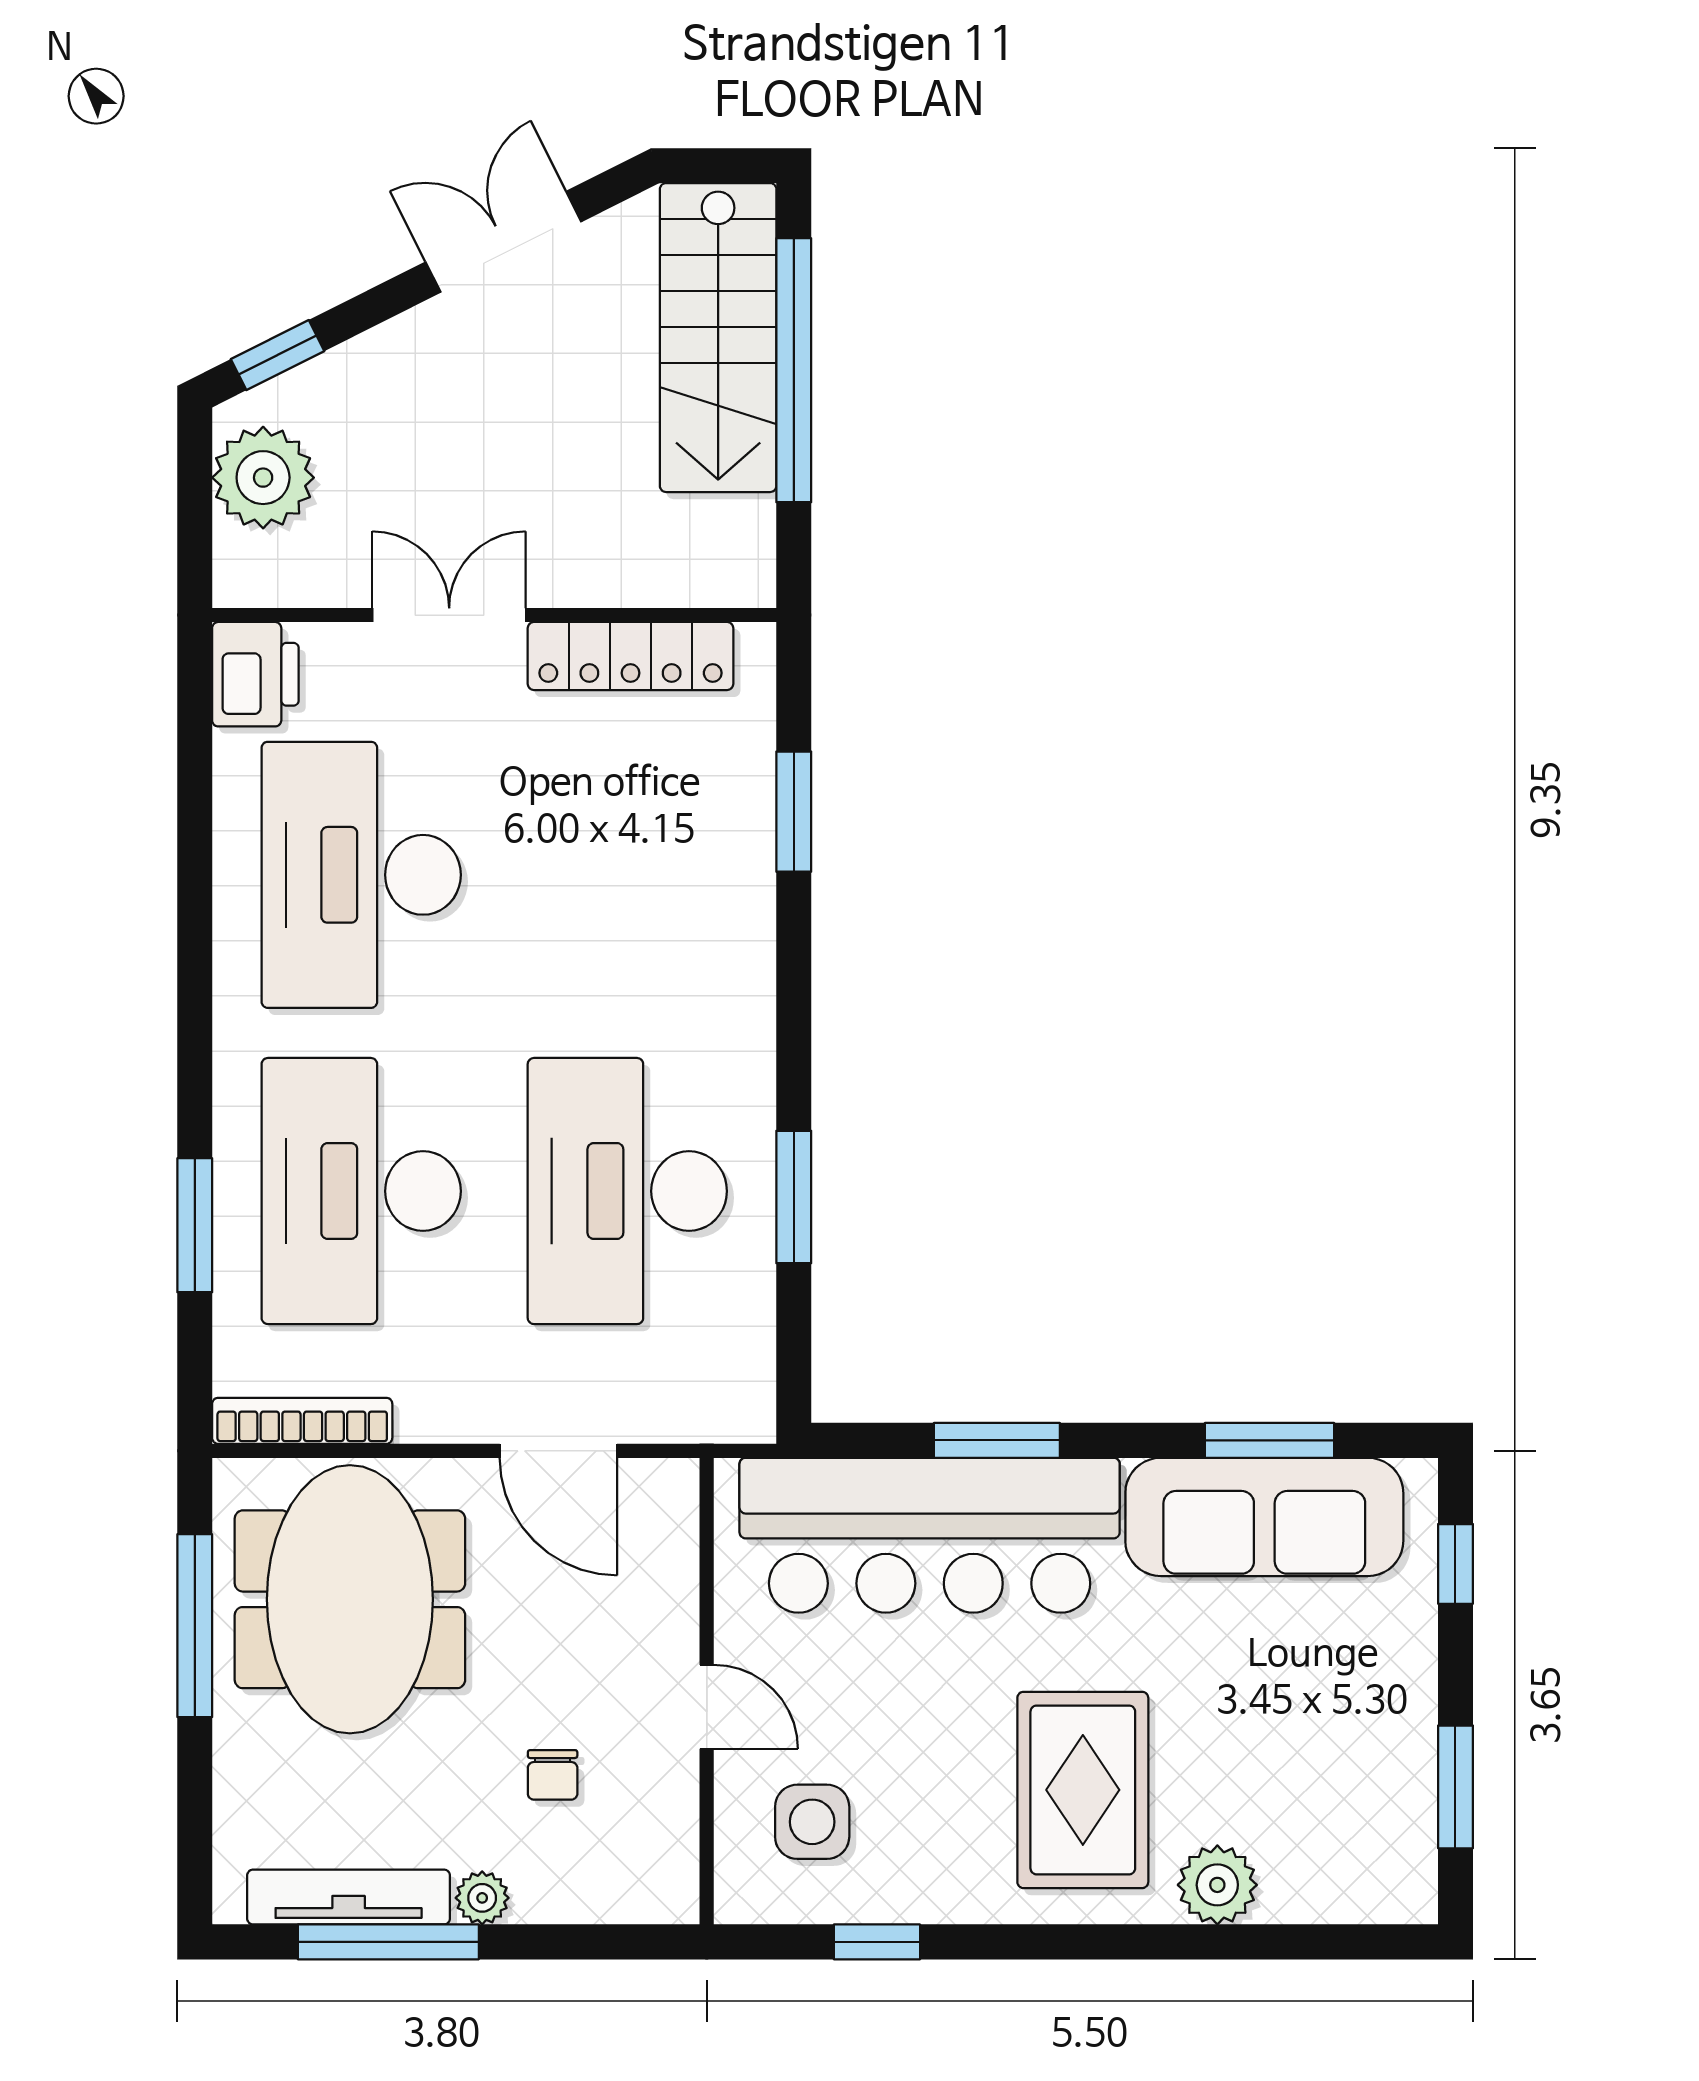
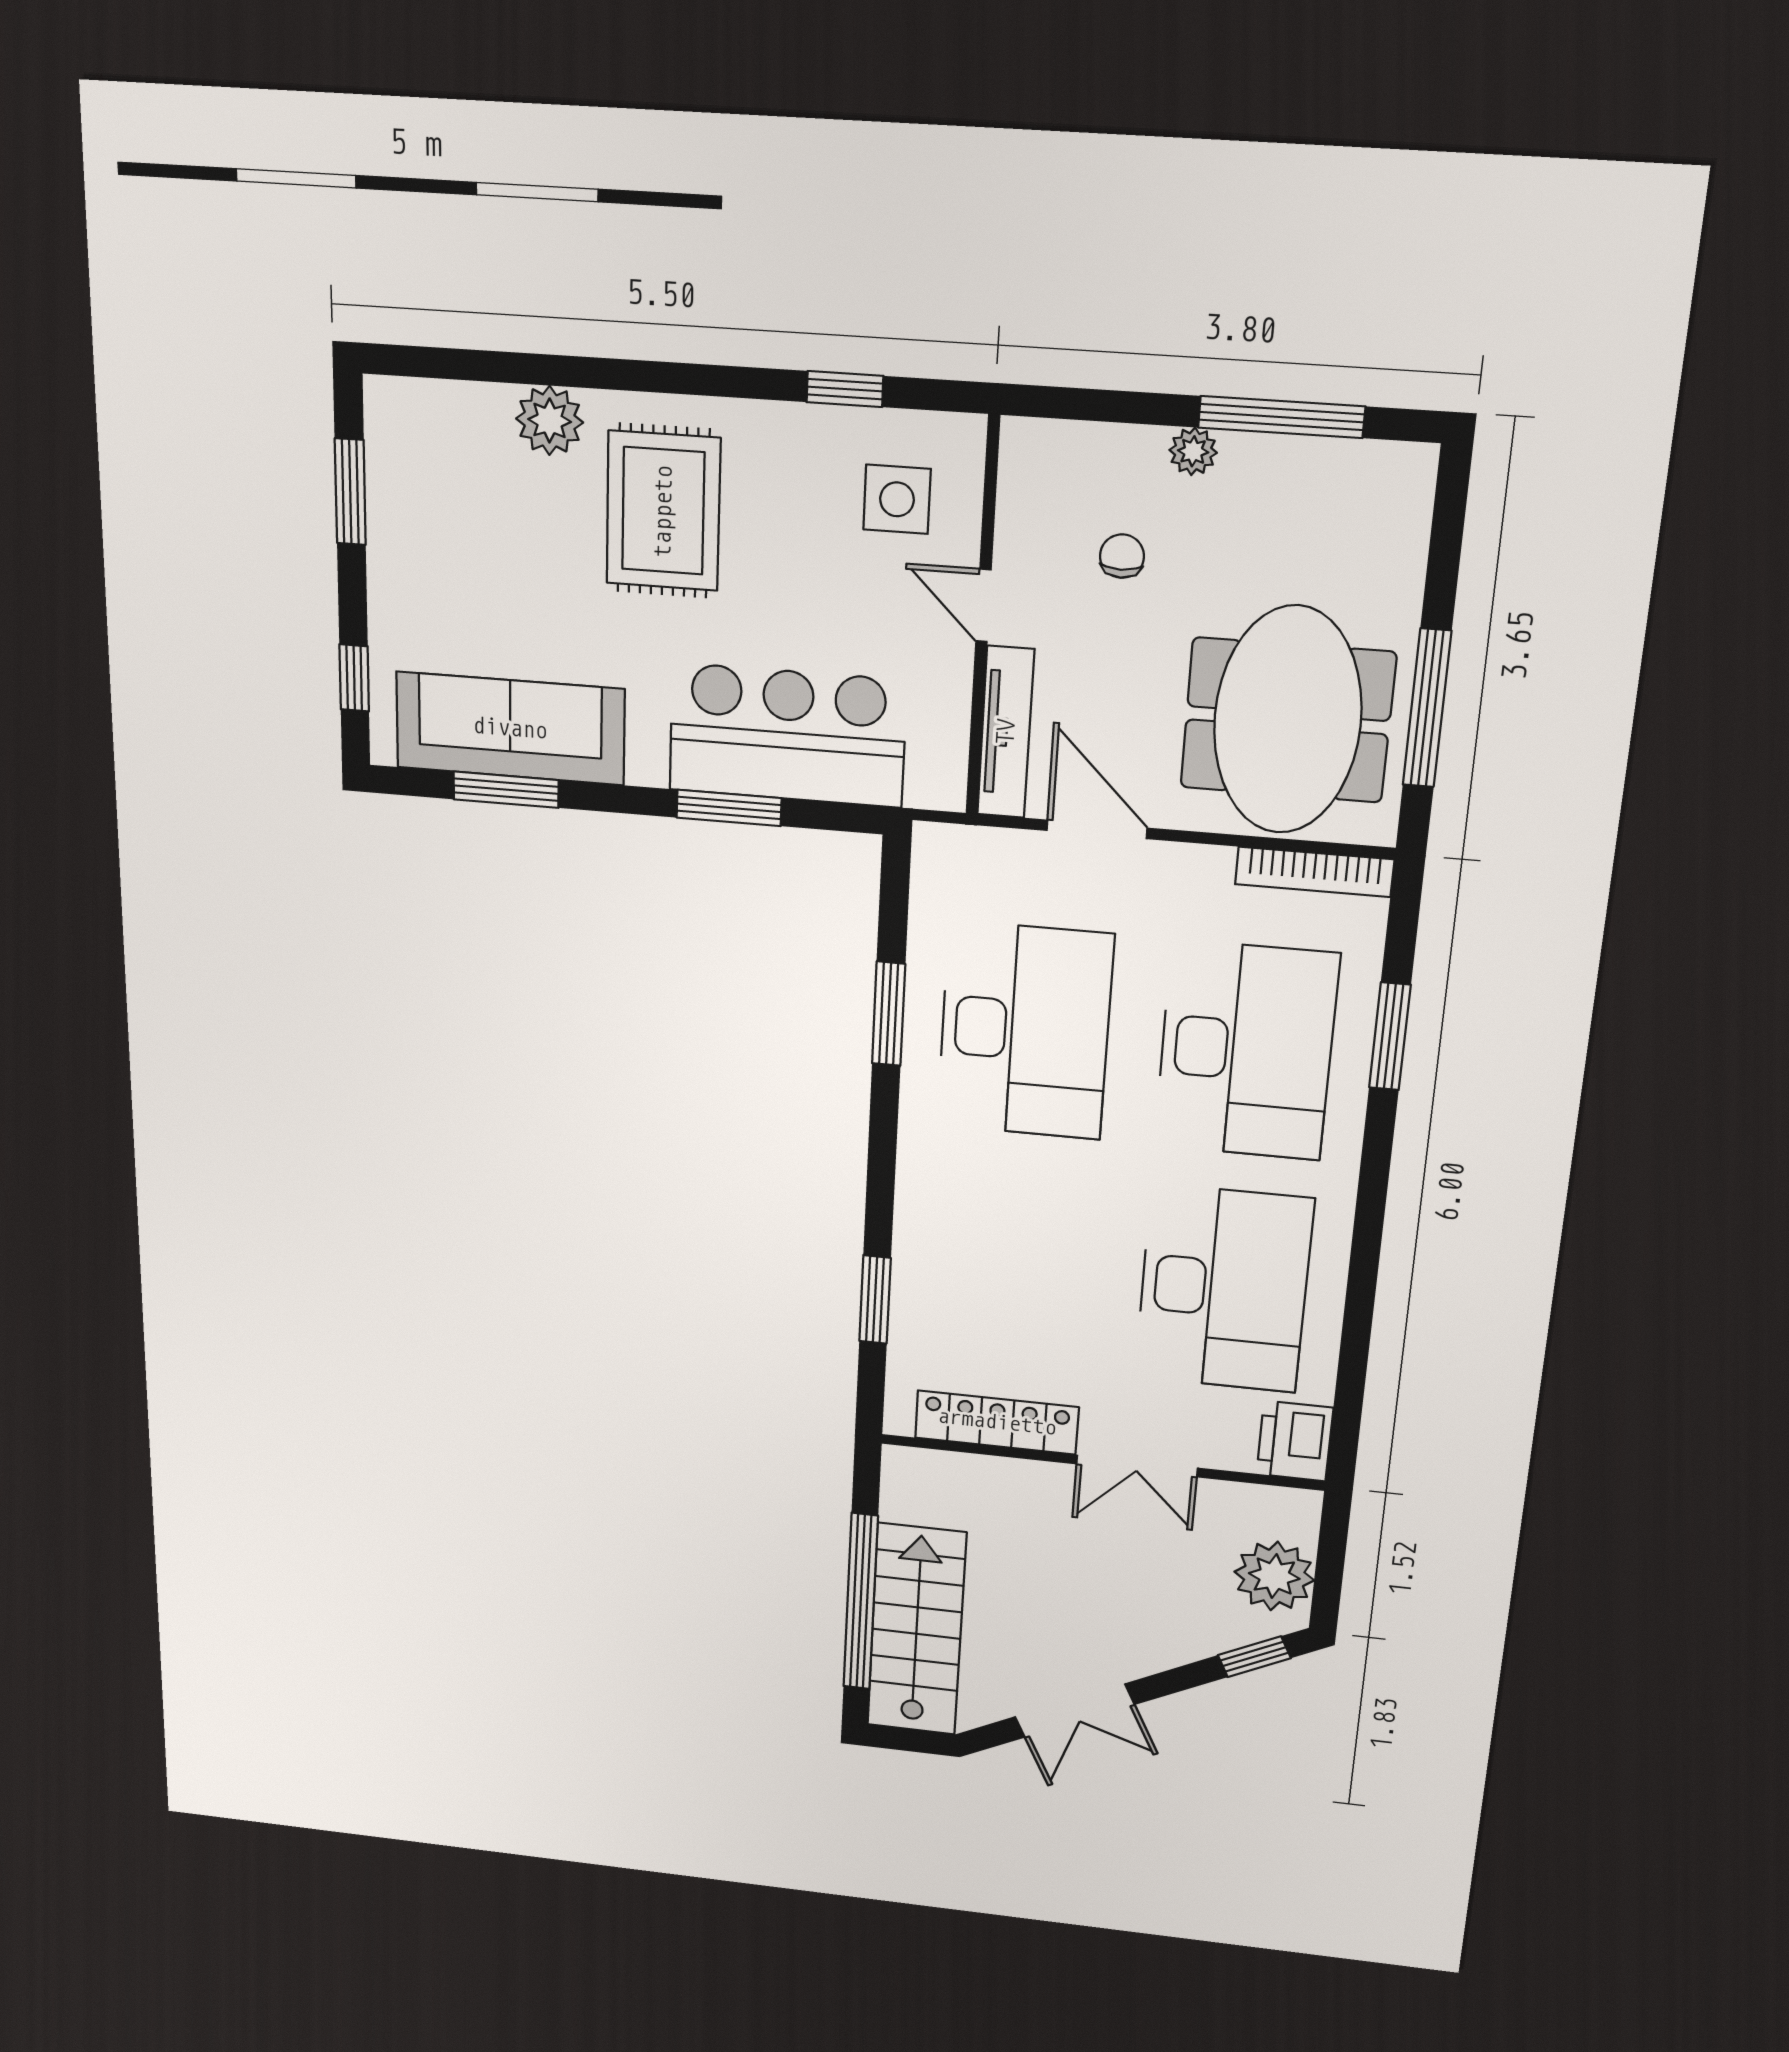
bar counter: (930, 1535) -> (787, 735), width x0.73
tv unit: (349, 1897) -> (1006, 732), moved, turned -90

